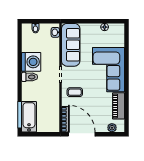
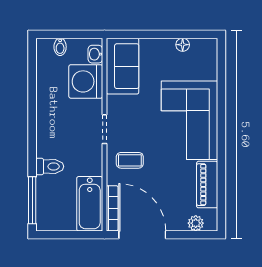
sofa: (71, 45) -> (123, 66), width x0.73
washing machine: (31, 62) -> (86, 81), moved, turned 180
toilet: (30, 77) -> (50, 166), moved
bathtub: (29, 117) -> (90, 204), moved, turned 180

